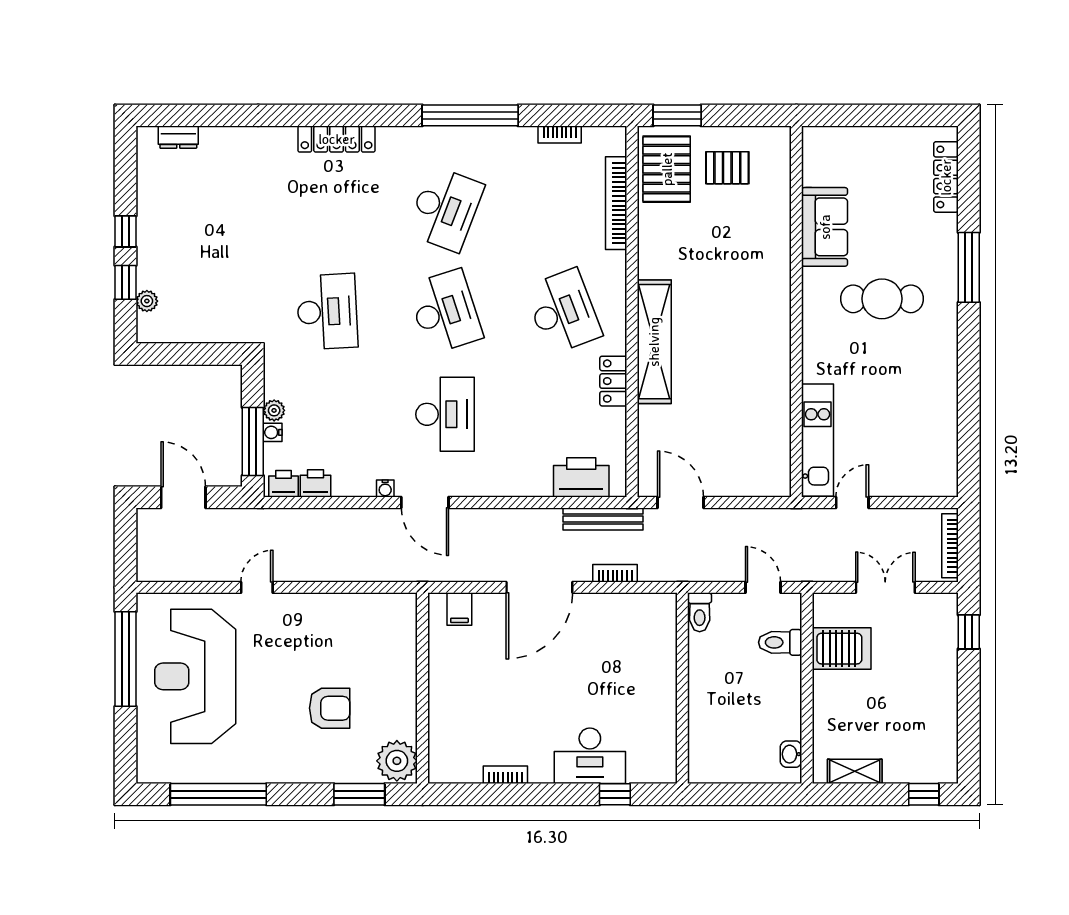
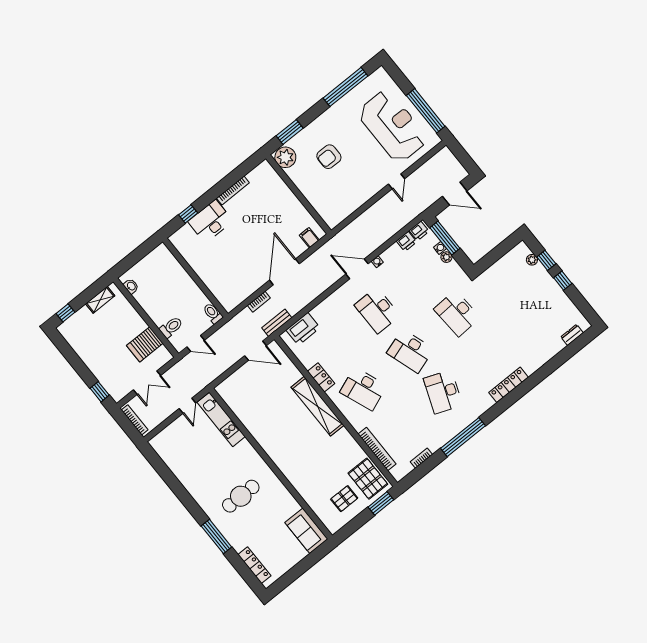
sofa: (825, 227) -> (306, 531), moved
bench: (603, 519) -> (277, 323), width x0.73
bookcase: (505, 775) -> (233, 191), width x1.56

